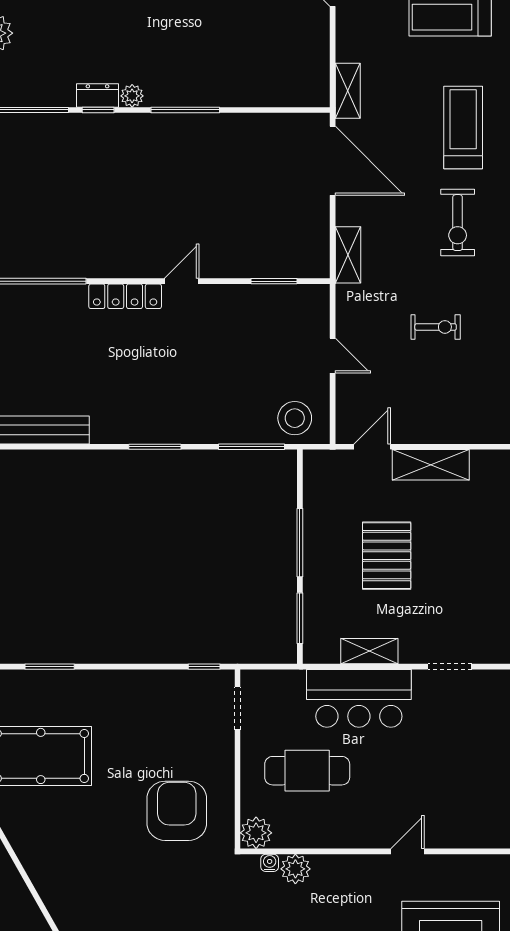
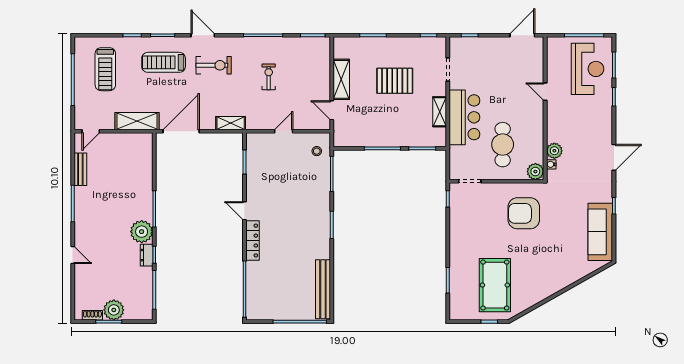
shelving: (348, 91) -> (137, 121), width x1.50, depth x1.33
plant: (132, 96) -> (142, 232), width x1.87, depth x1.87
stool: (295, 418) -> (317, 151), width x0.53, depth x0.53
pallet: (387, 556) -> (395, 81), moved

